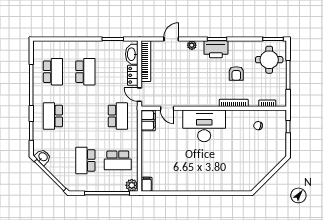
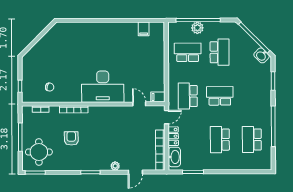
printer: (216, 49) -> (91, 162), removed
door: (140, 95) -> (166, 117), hinge flipped
school desk: (53, 116) -> (220, 96), moved, turned -90
filing cabinet: (148, 120) -> (158, 97), width x0.50
filing cabinet: (147, 184) -> (144, 29), moved
plant: (132, 185) -> (197, 28), moved

